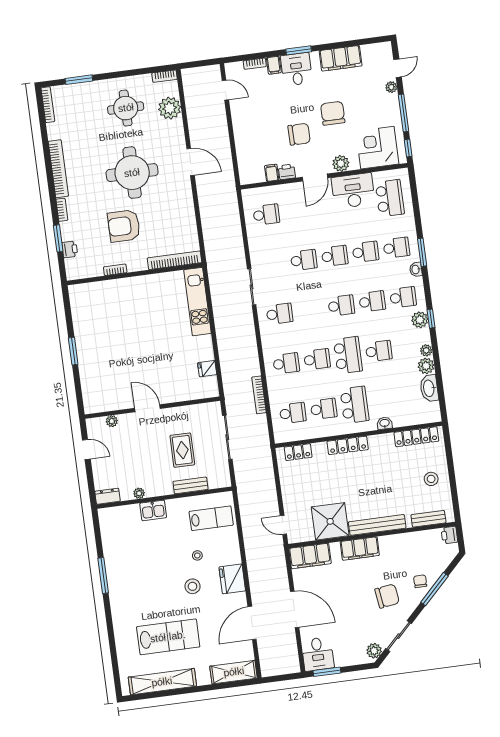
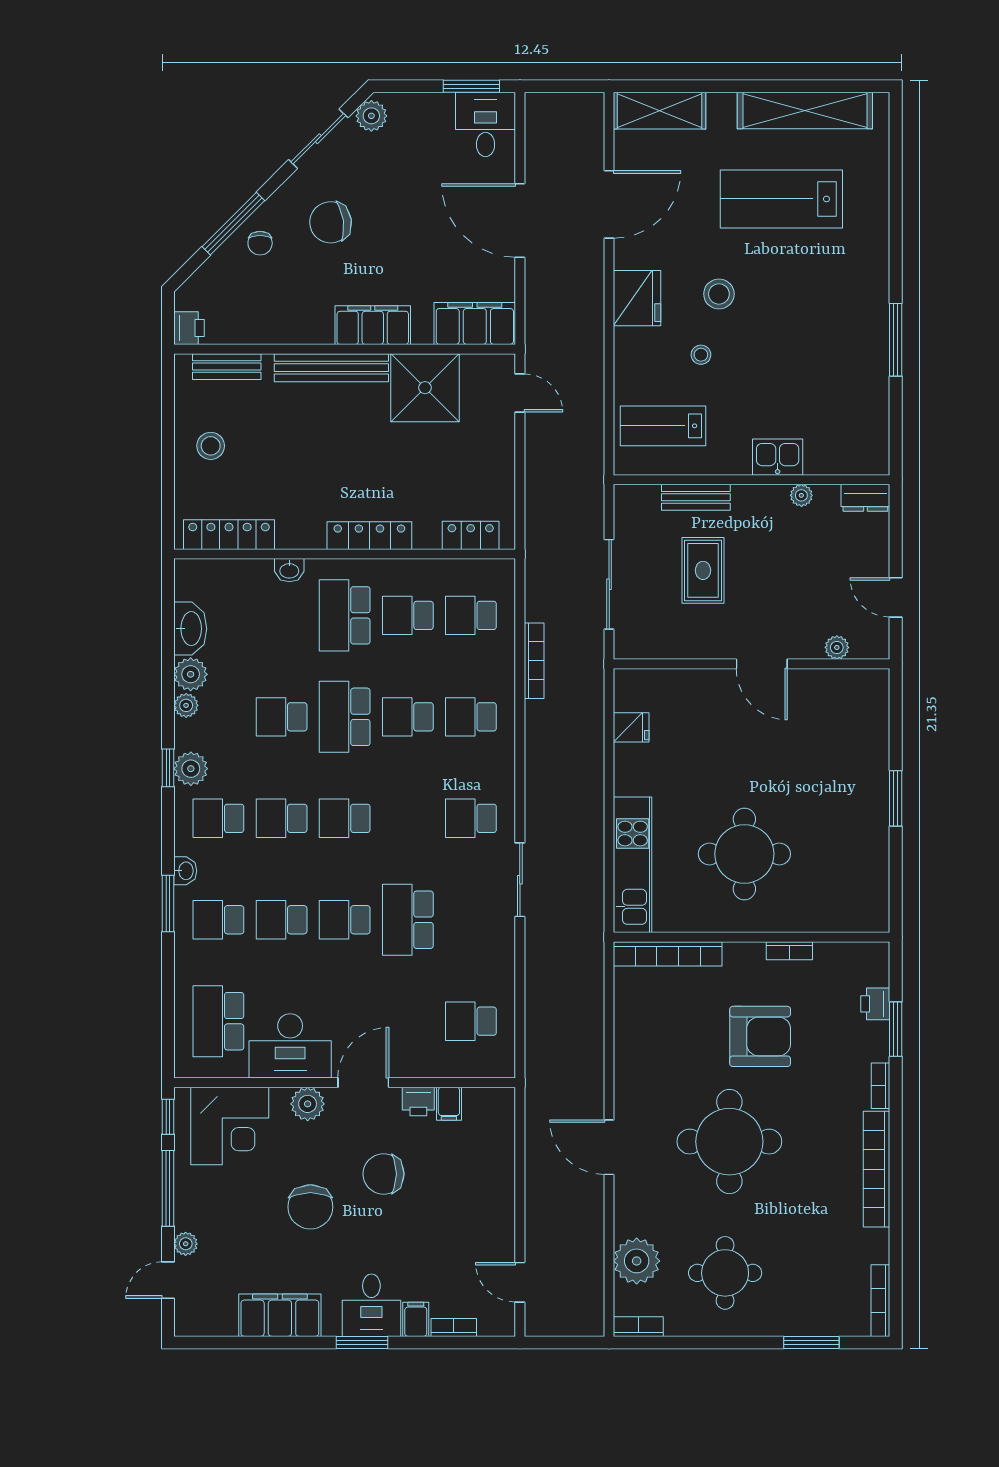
school desk: (304, 260) -> (408, 920), width x1.85
round table: (144, 314) -> (744, 854), added

